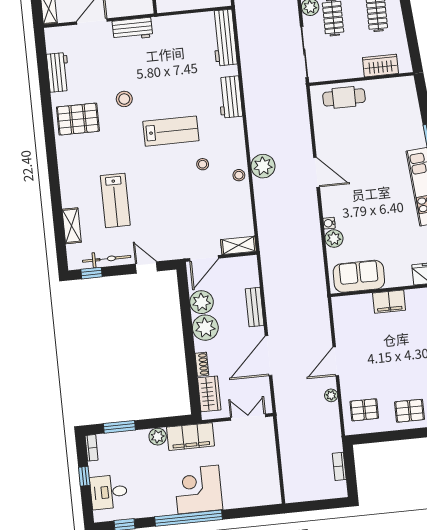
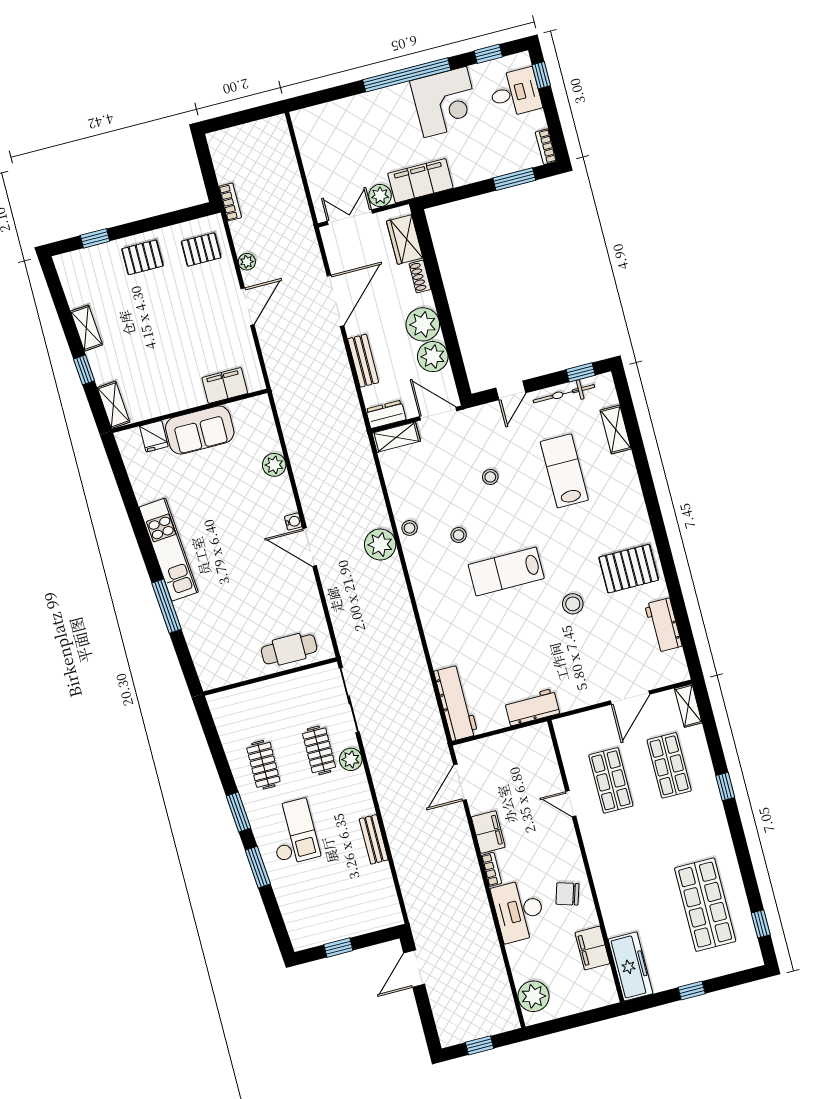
workbench: (132, 29) -> (532, 707), moved
wardrobe: (380, 66) -> (248, 698), removed
workbench: (230, 97) -> (436, 627), removed
stool: (172, 204) -> (490, 477), added
water cooler: (329, 223) -> (293, 522), moved
door: (204, 258) -> (438, 414), hinge flipped
dresser: (244, 264) -> (386, 414), added
door: (146, 268) -> (511, 390), hinge flipped
sofa: (359, 276) -> (200, 430), moved
filing cabinet: (389, 302) -> (225, 385), moved
double door: (248, 417) -> (350, 217), swing flipped
plant: (158, 437) -> (380, 196), moved
bookcase: (339, 466) -> (230, 202), moved
window: (84, 476) -> (541, 75), moved
corner desk: (198, 490) -> (445, 102), moved

